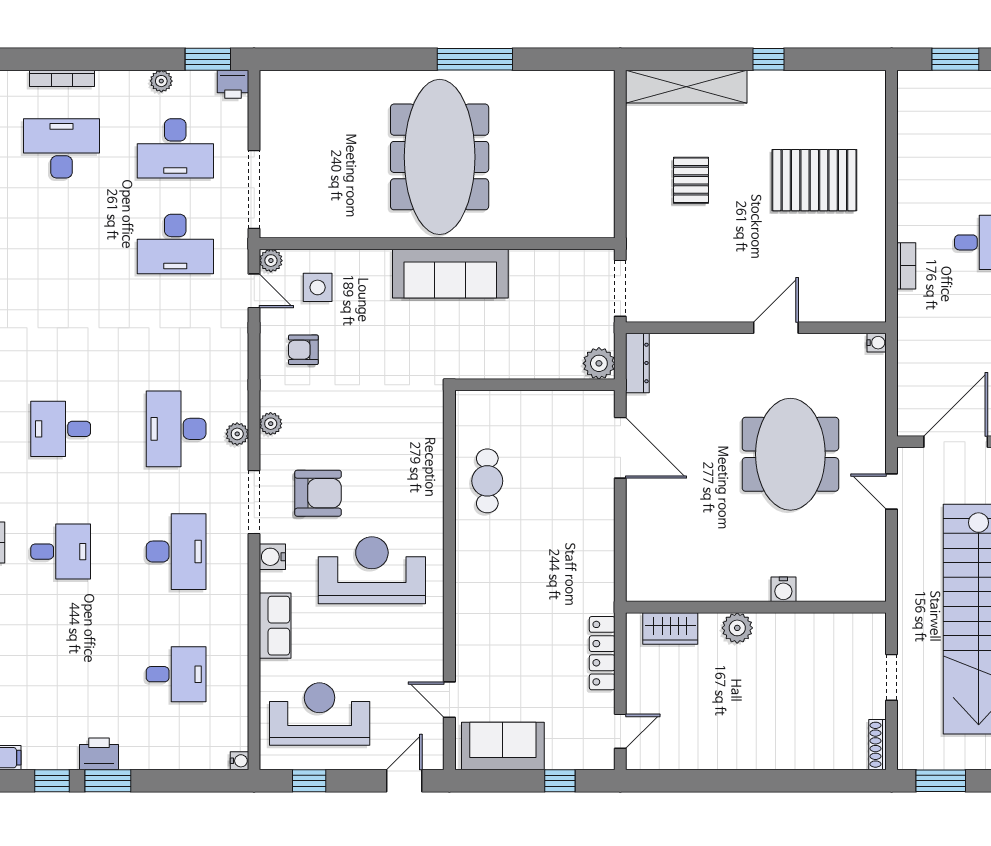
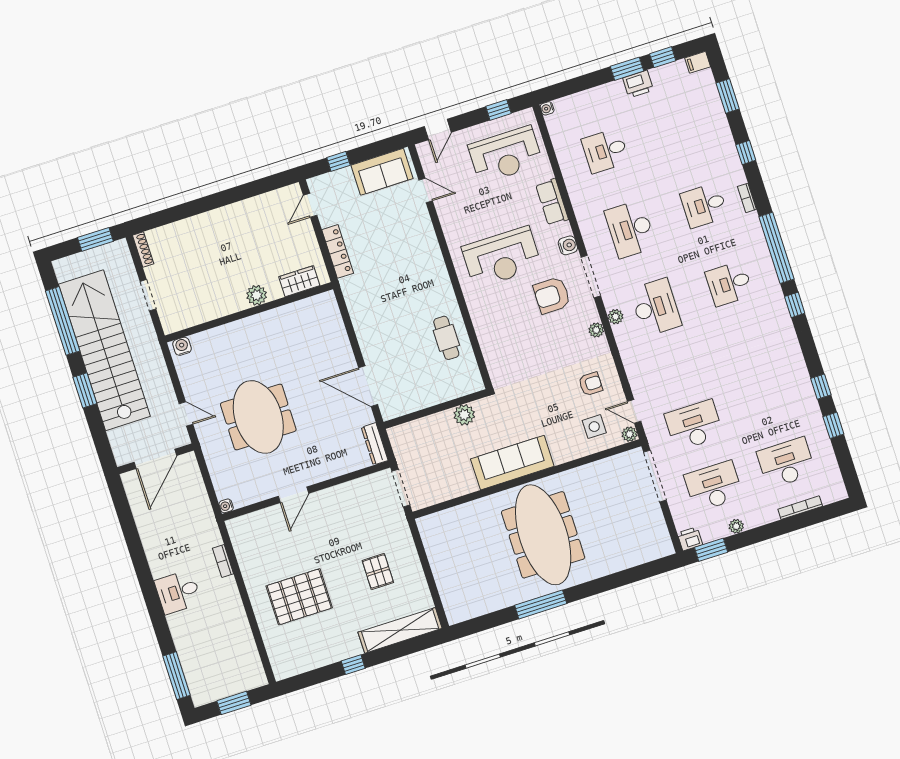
desk: (61, 148) -> (786, 463), turned 180
plant: (599, 363) -> (464, 415), moved
desk: (61, 429) -> (729, 284), turned 180
water cooler: (783, 589) -> (182, 346), moved

